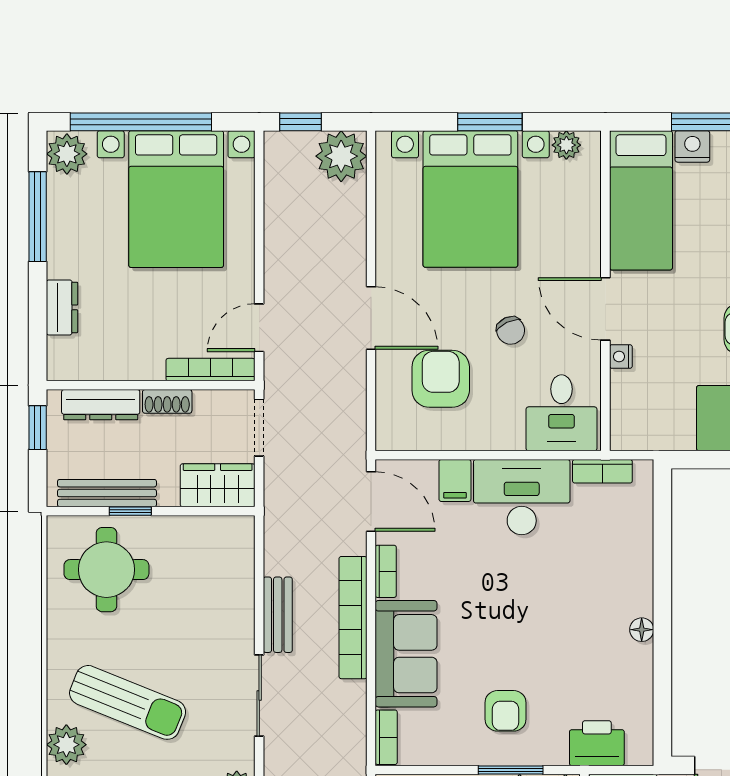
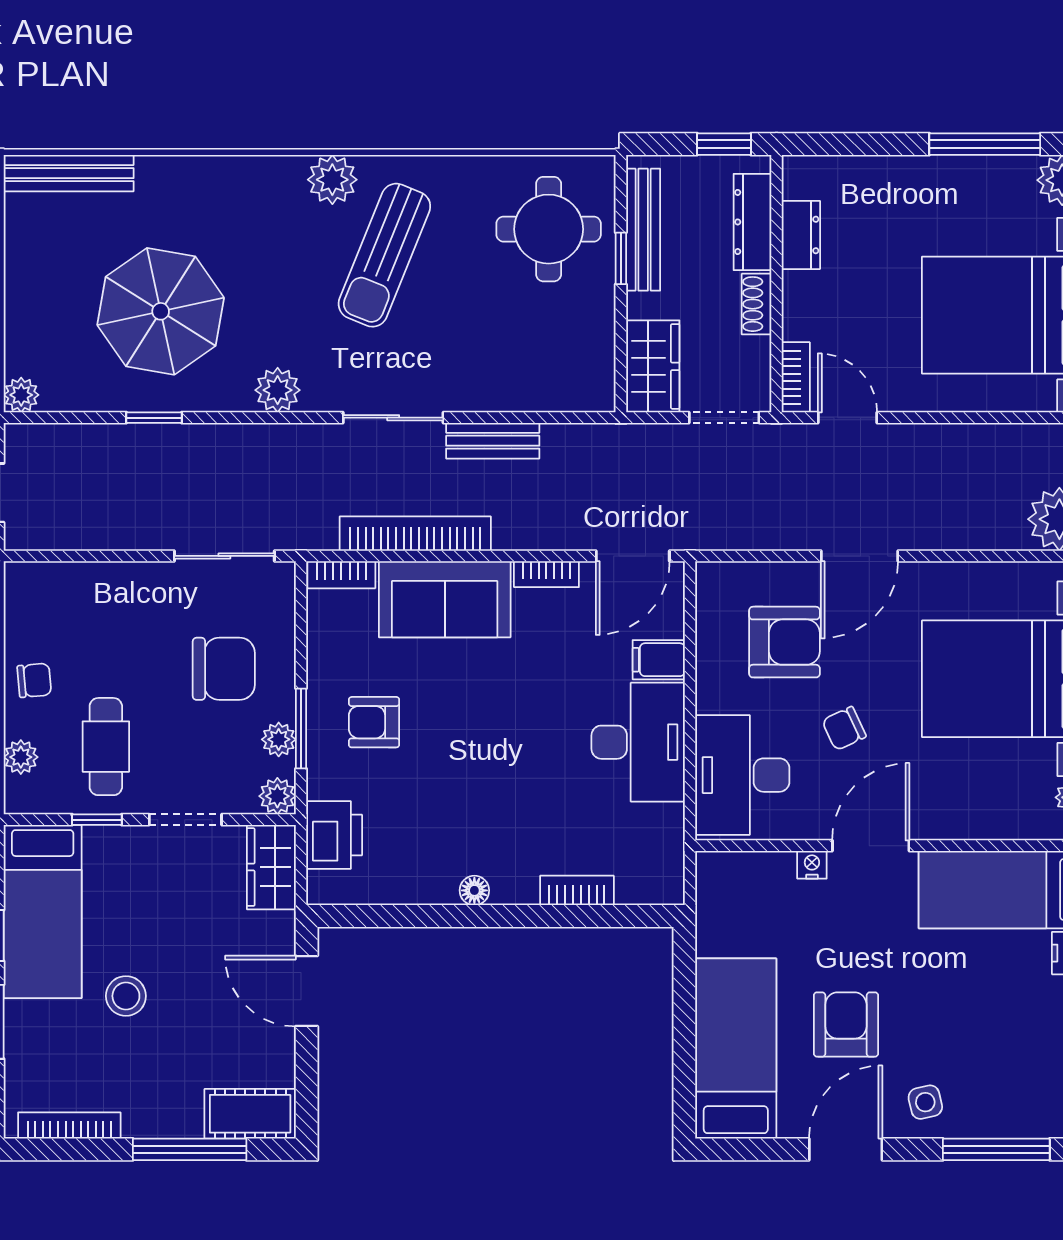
dresser: (62, 307) -> (801, 235), moved, turned -90
bookcase: (210, 370) -> (796, 377), width x0.64
desk: (561, 413) -> (742, 775), width x1.37
bookcase: (602, 471) -> (577, 890), moved, turned 90
bookcase: (353, 618) -> (415, 534), moved

